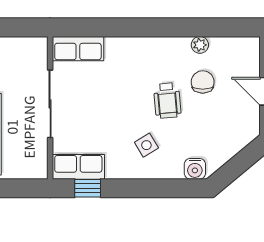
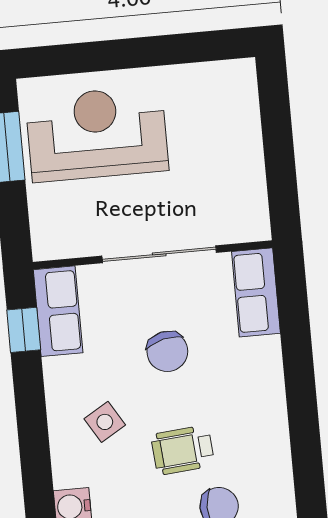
plant: (200, 45) -> (281, 496), removed
chair: (108, 104) -> (167, 351), added

